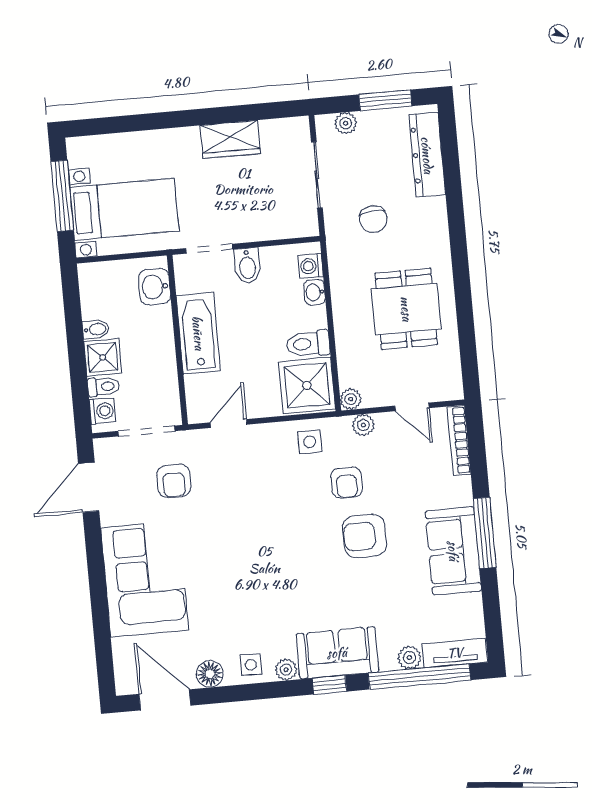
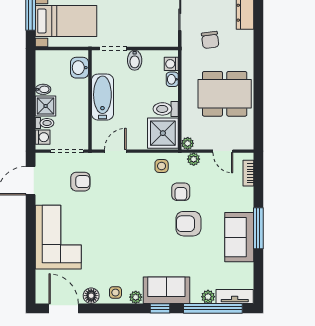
dining table: (406, 309) -> (225, 94), width x1.38
bookcase: (459, 440) -> (248, 173), width x0.64
armchair: (174, 481) -> (80, 182), turned -90

